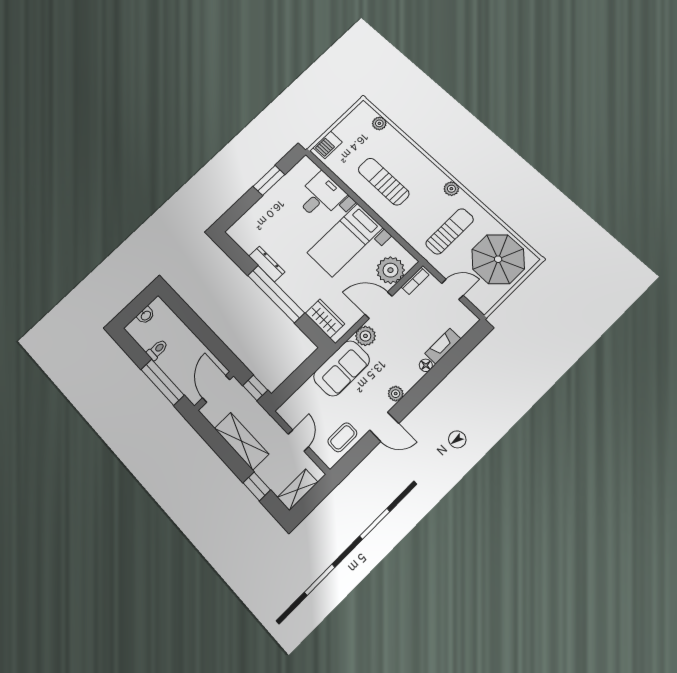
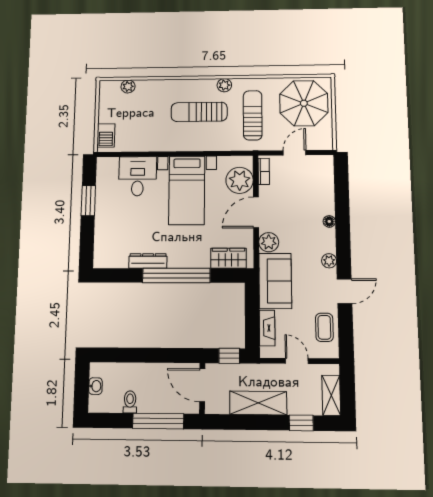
sun lounger: (384, 182) -> (199, 112), moved
fireplace: (443, 346) -> (267, 328), moved, turned 180

